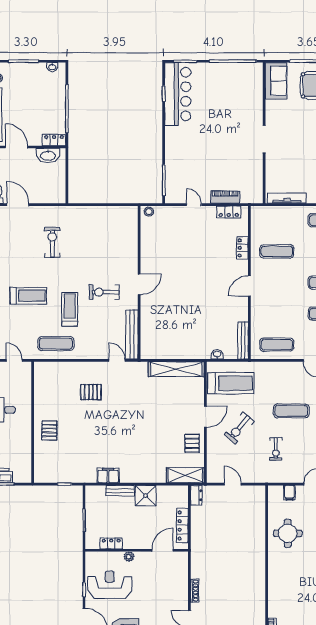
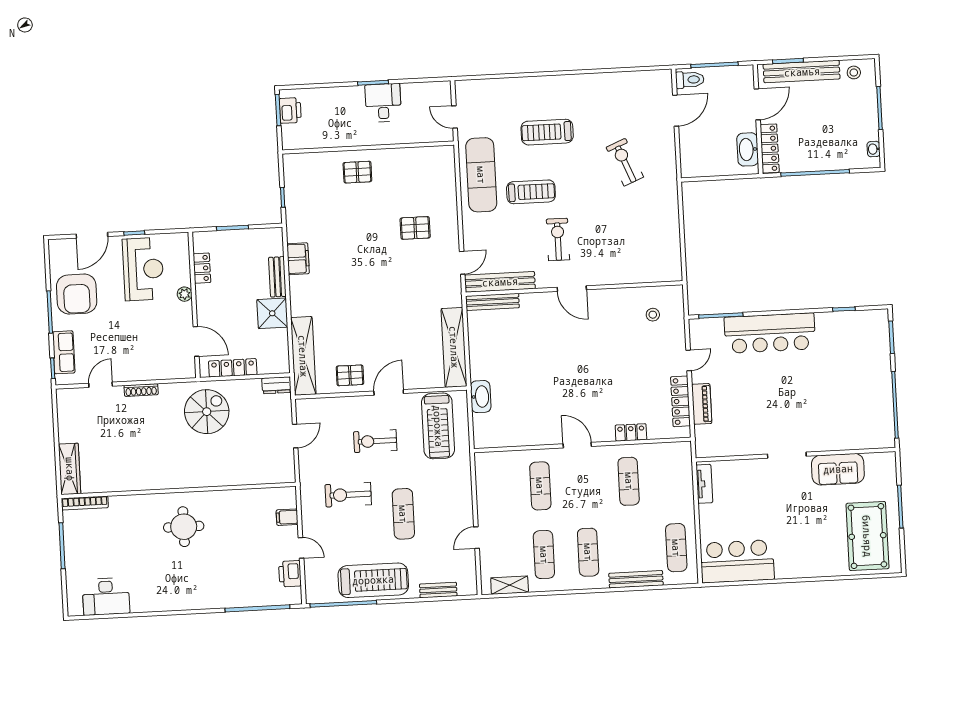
sofa: (276, 81) -> (838, 469), moved
bar counter: (178, 94) -> (770, 333), moved
locker: (54, 140) -> (770, 148), width x1.53
tv unit: (287, 198) -> (704, 484), width x0.71
stool: (149, 212) -> (653, 315), moved
locker: (229, 212) -> (680, 401), width x1.53
exercise bike: (52, 242) -> (625, 162), turned -112
treadmill: (28, 296) -> (547, 132), turned 90
bench: (243, 340) -> (492, 302), moved
exercise mat: (56, 344) -> (481, 175), width x1.36, depth x1.45
exercise mat: (277, 345) -> (540, 486), moved
washbasin: (217, 354) -> (481, 397), width x1.91, depth x1.45
door: (14, 360) -> (455, 117), swing flipped
pallet: (91, 392) -> (415, 228), turned 90
door: (205, 417) -> (389, 392), swing flipped
exercise bike: (239, 428) -> (375, 441), turned -40
exercise bike: (276, 449) -> (348, 495), width x1.38, depth x1.39
shelving: (185, 475) -> (303, 356), width x1.47
round table: (288, 533) -> (184, 527), moved
spiral stairs: (212, 545) -> (207, 412), added

